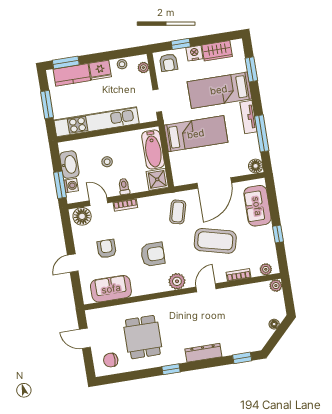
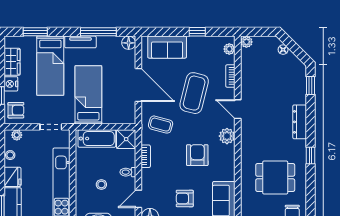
bookcase: (125, 205) -> (146, 156), moved

